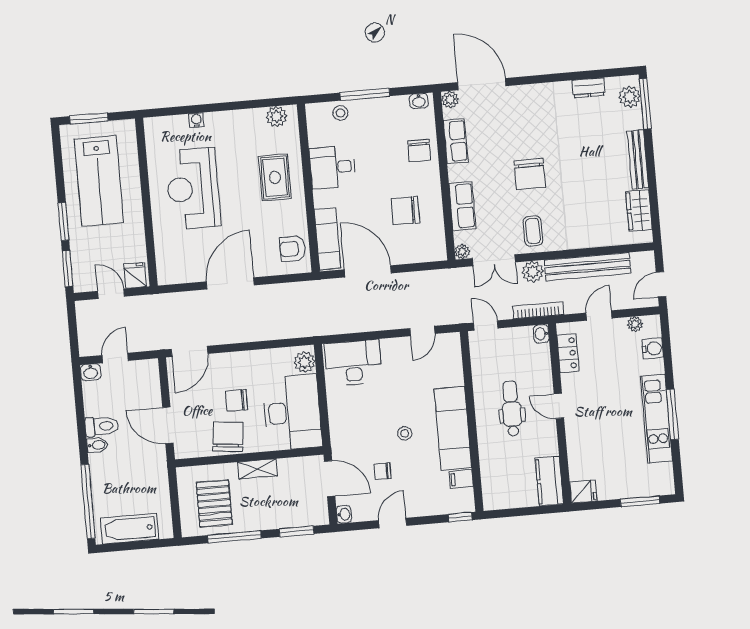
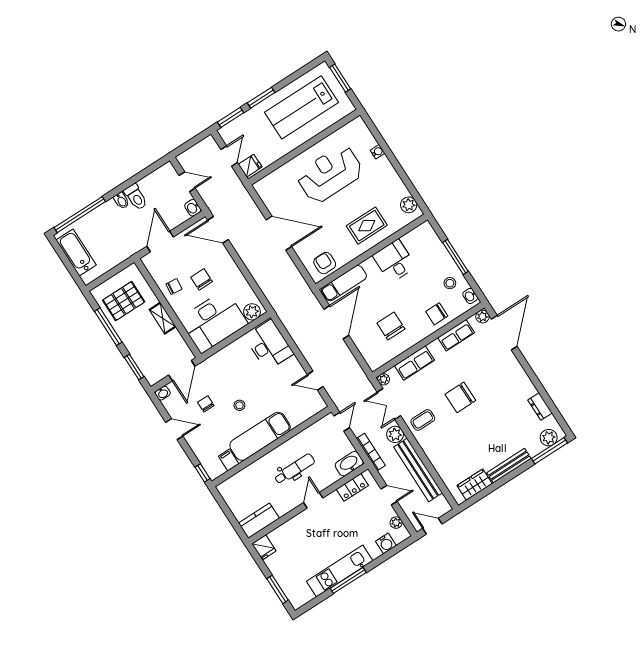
stool: (340, 113) -> (450, 283), moved
washbasin: (541, 334) -> (349, 464), width x1.91, depth x1.45
washbasin: (91, 372) -> (193, 208), moved
chair: (228, 437) -> (174, 287), width x0.54, depth x0.54

